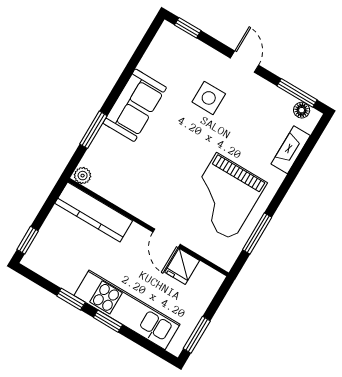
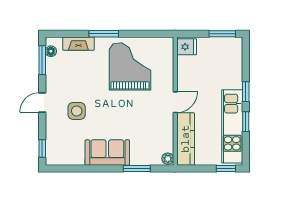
grand piano: (225, 197) -> (130, 66), turned -90
window: (257, 233) -> (104, 34), moved
door: (167, 238) -> (175, 102), moved
fridge: (182, 266) -> (187, 47), moved
kitchen unit: (127, 310) -> (232, 126), moved

